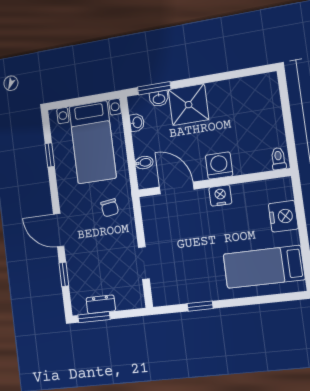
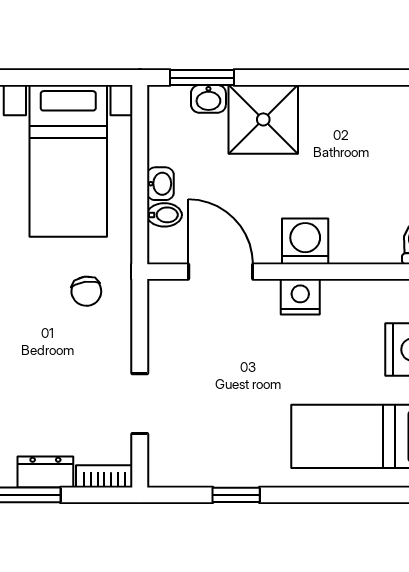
washbasin: (137, 122) -> (160, 184), moved
bookcase: (131, 303) -> (104, 476), added

